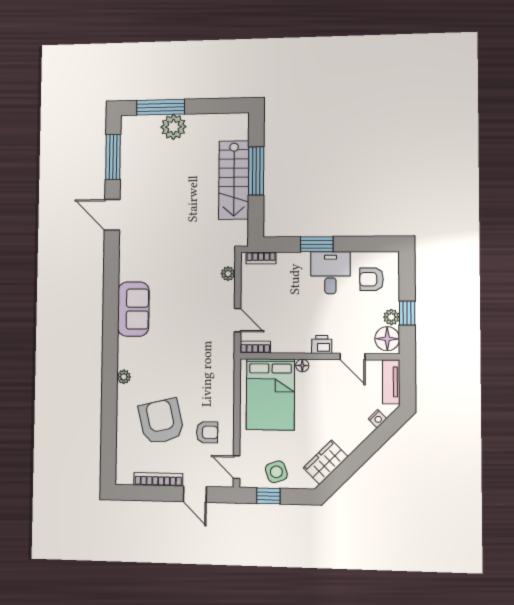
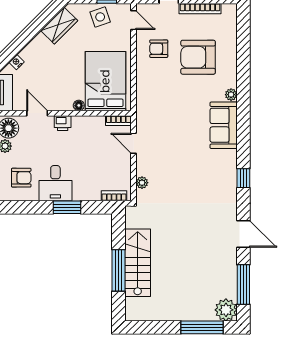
plant: (173, 127) -> (226, 310), moved
window: (111, 279) -> (243, 178), added
sofa: (133, 309) -> (224, 125), moved
armchair: (161, 421) -> (198, 57), turned 103

